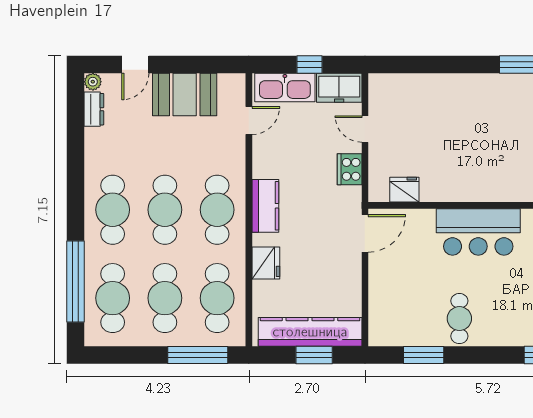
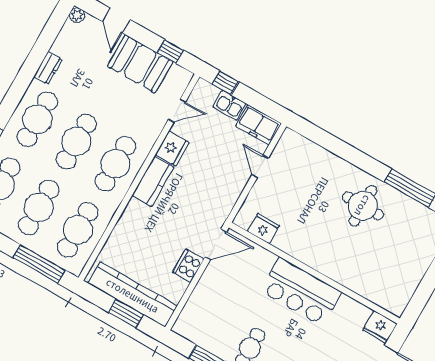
door: (135, 64) -> (116, 21), hinge flipped
window: (208, 64) -> (170, 51), added
window: (309, 64) -> (225, 83), moved
kitchen sink: (285, 88) -> (230, 105), width x0.53, depth x0.81
dresser: (94, 109) -> (48, 68), moved
round table: (492, 110) -> (363, 206), added
cooker: (350, 169) -> (188, 266), moved
fridge: (266, 263) -> (172, 149), moved

